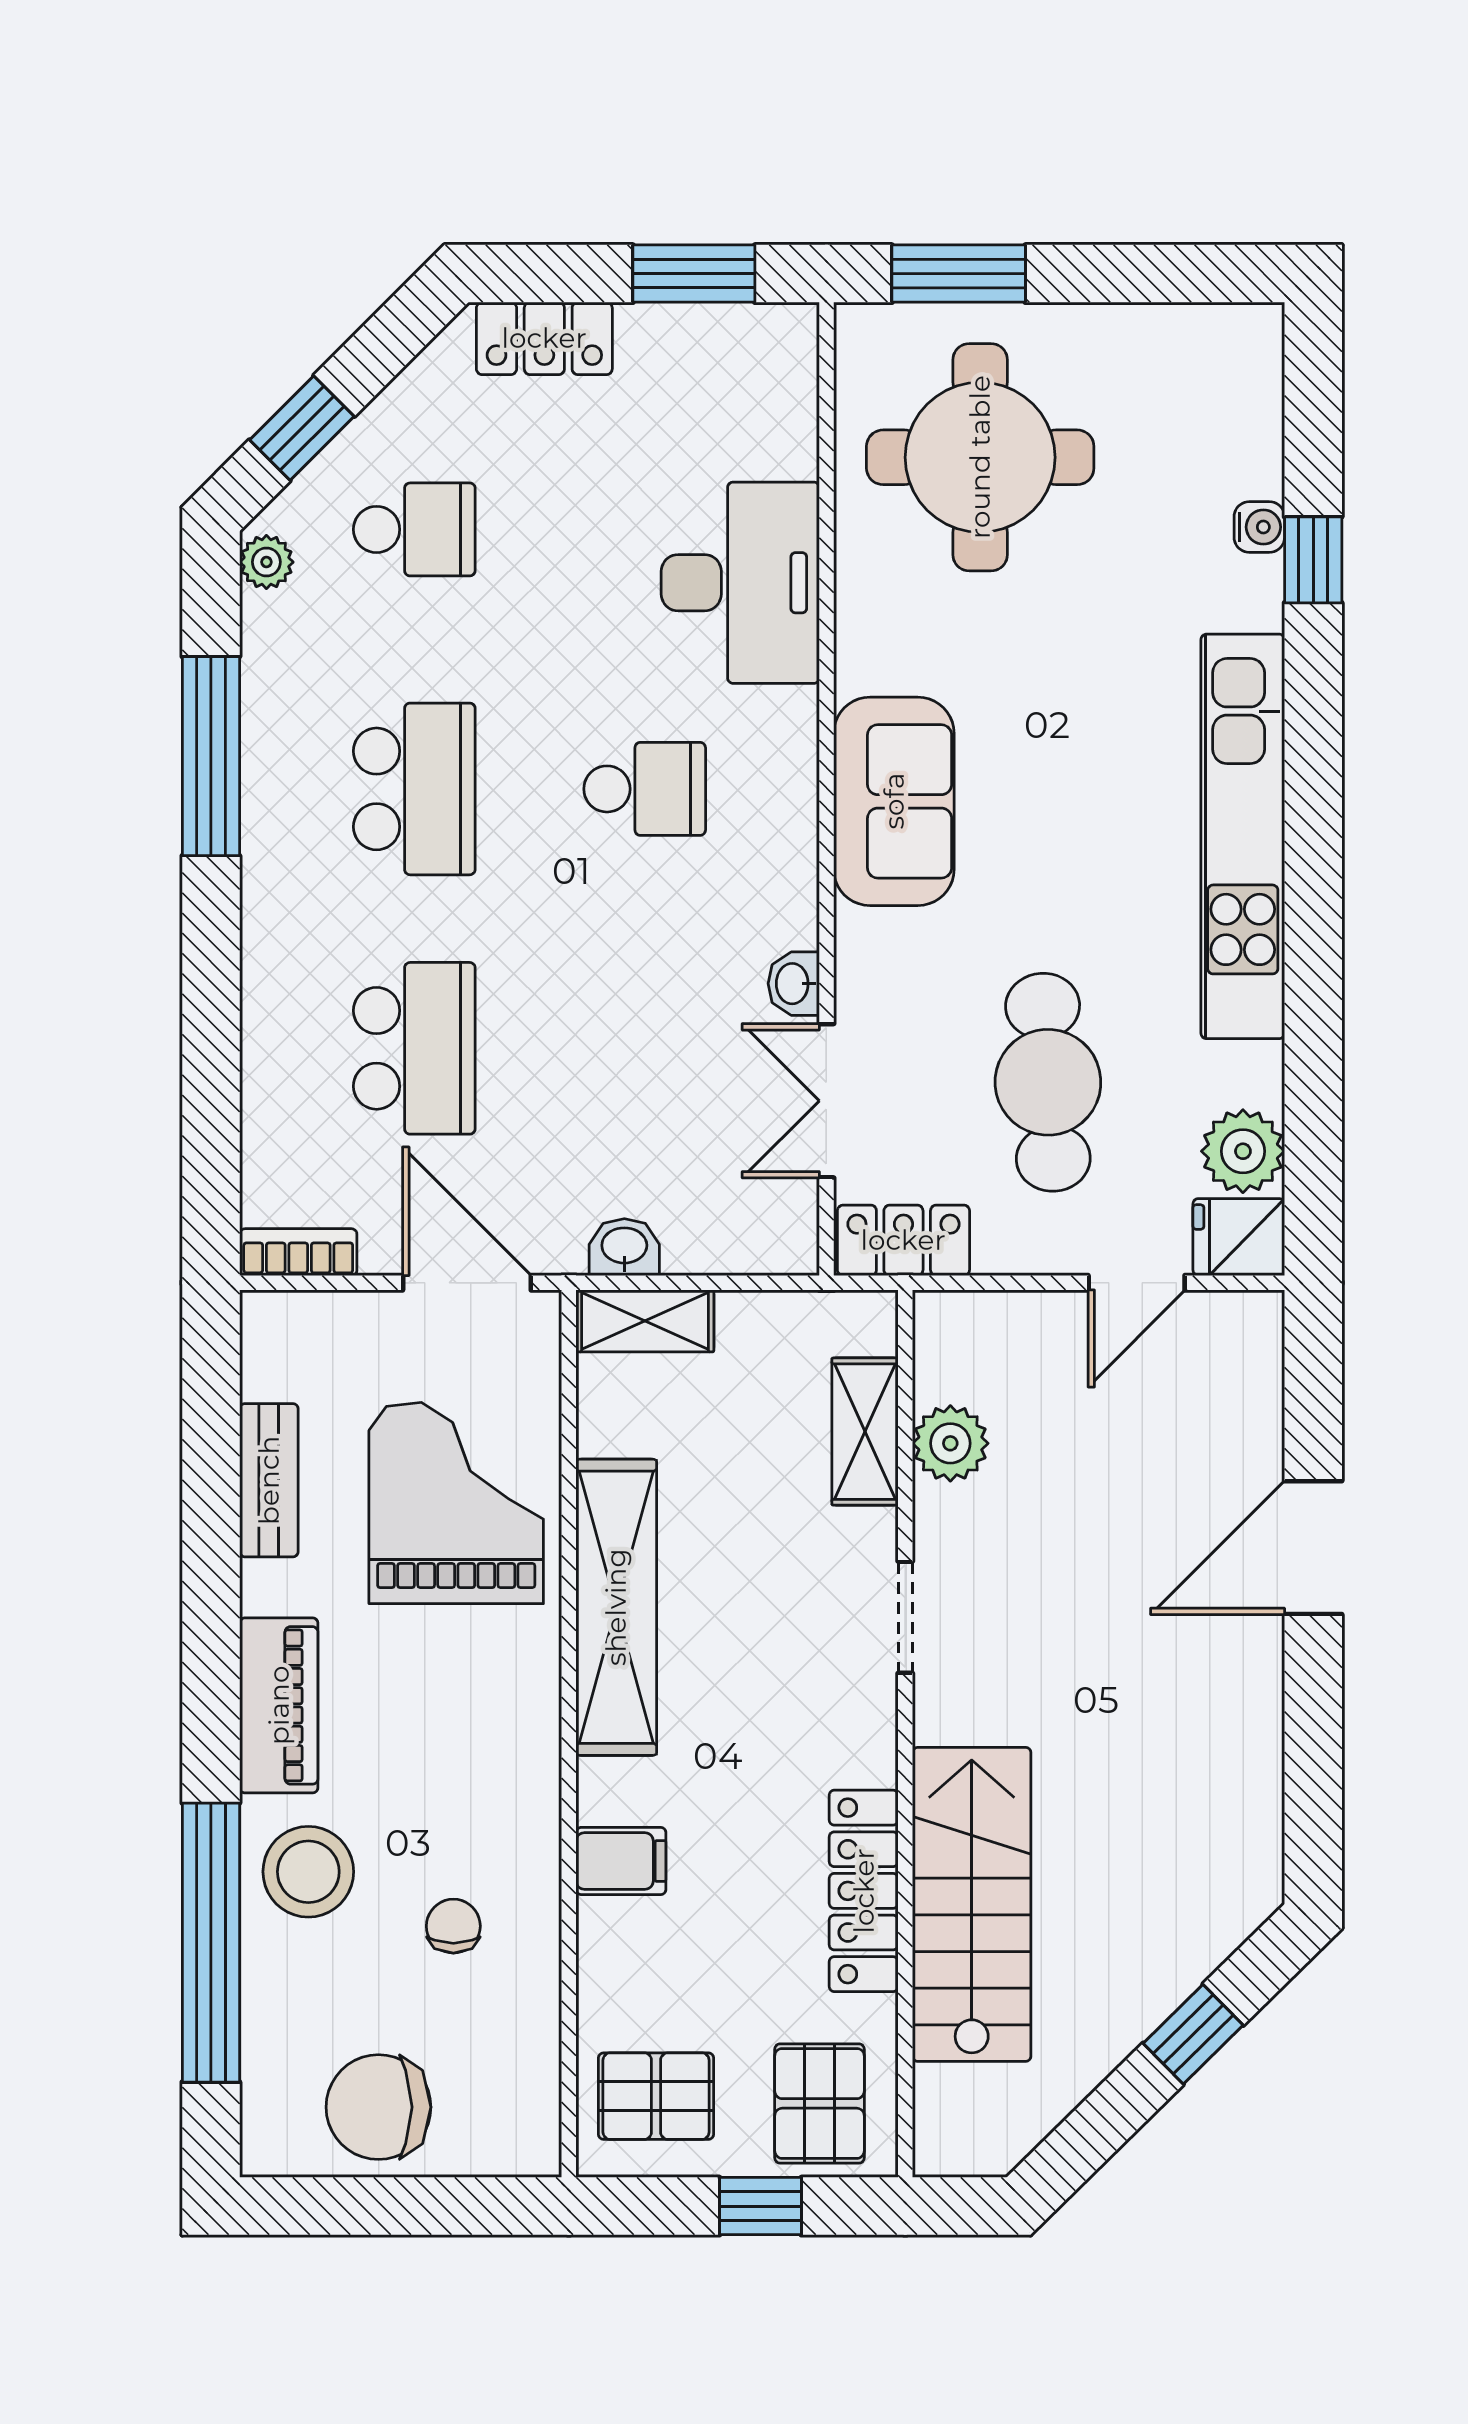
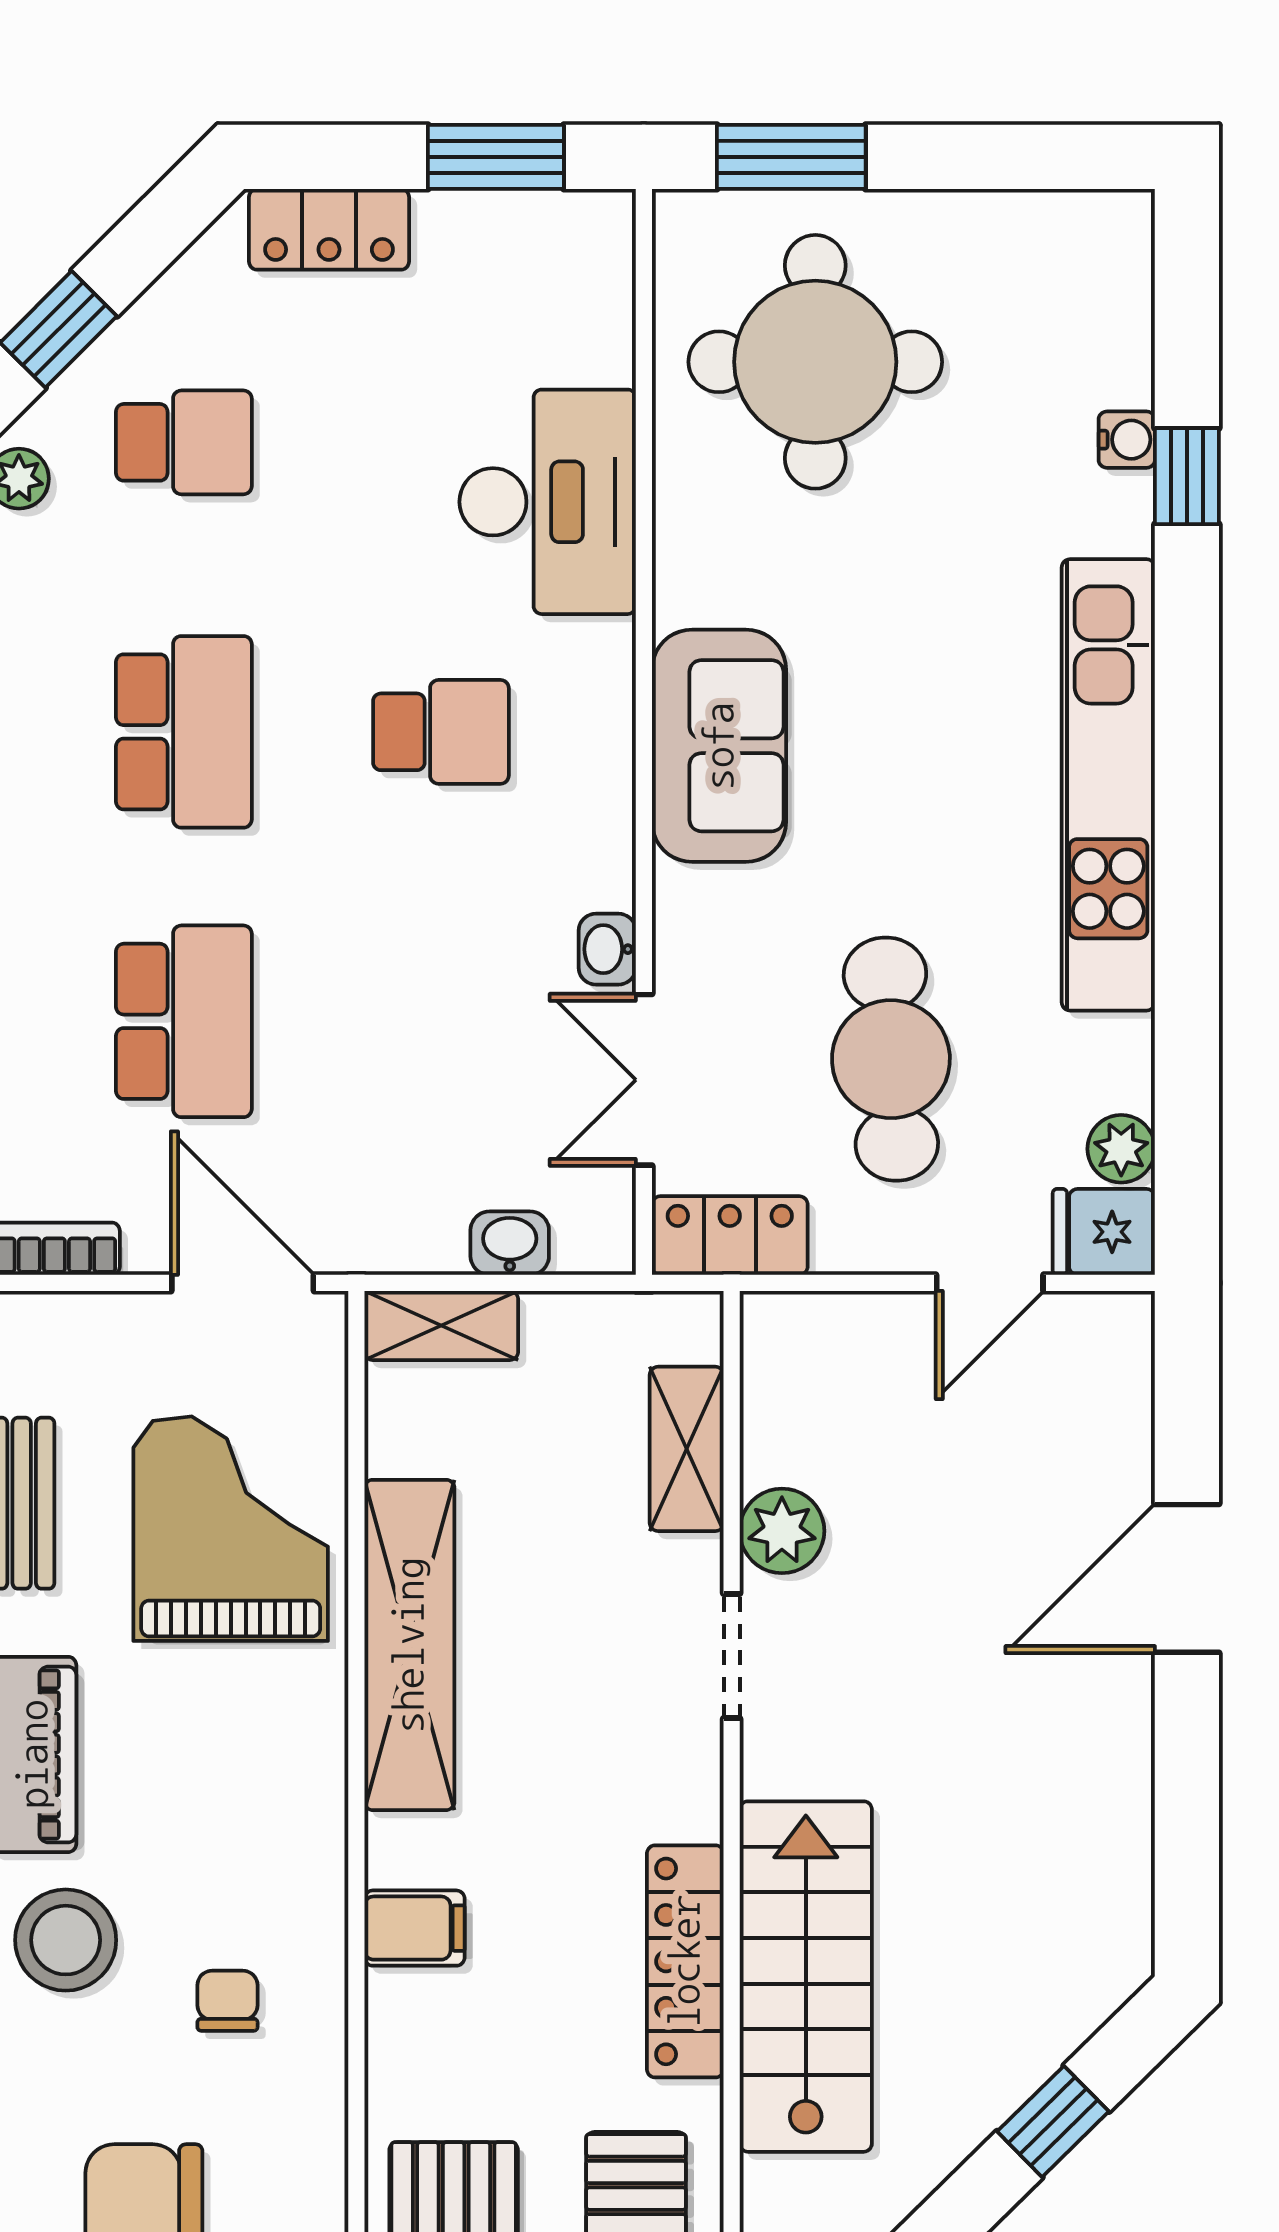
plant: (1243, 1151) -> (1121, 1149), width x0.73, depth x0.73
washbasin: (624, 1247) -> (510, 1243), moved
plant: (950, 1443) -> (782, 1531), moved

